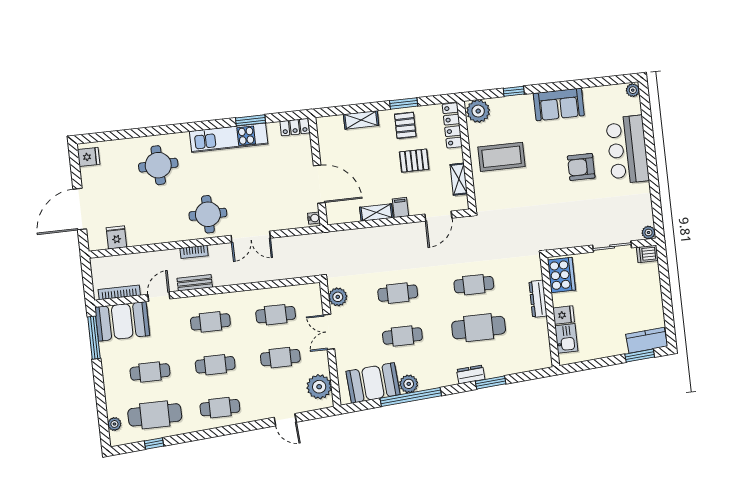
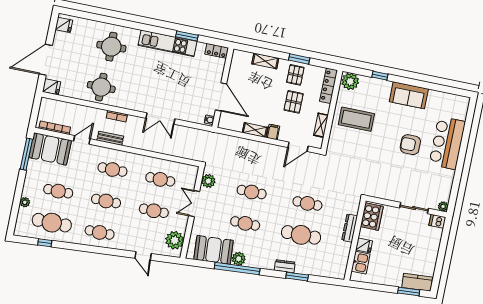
plant: (633, 90) -> (464, 102), removed
pallet: (414, 161) -> (294, 102), turned 90
round table: (208, 214) -> (101, 87), moved
fridge: (116, 237) -> (52, 87), moved, turned 90
plant: (114, 424) -> (25, 202), moved

